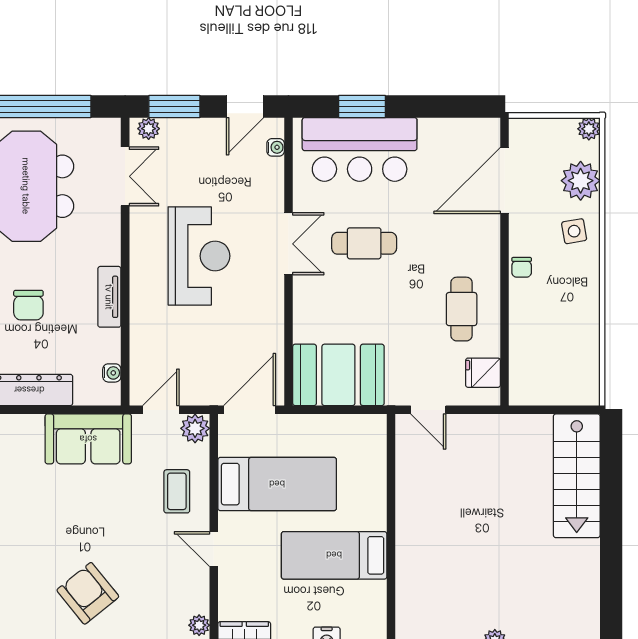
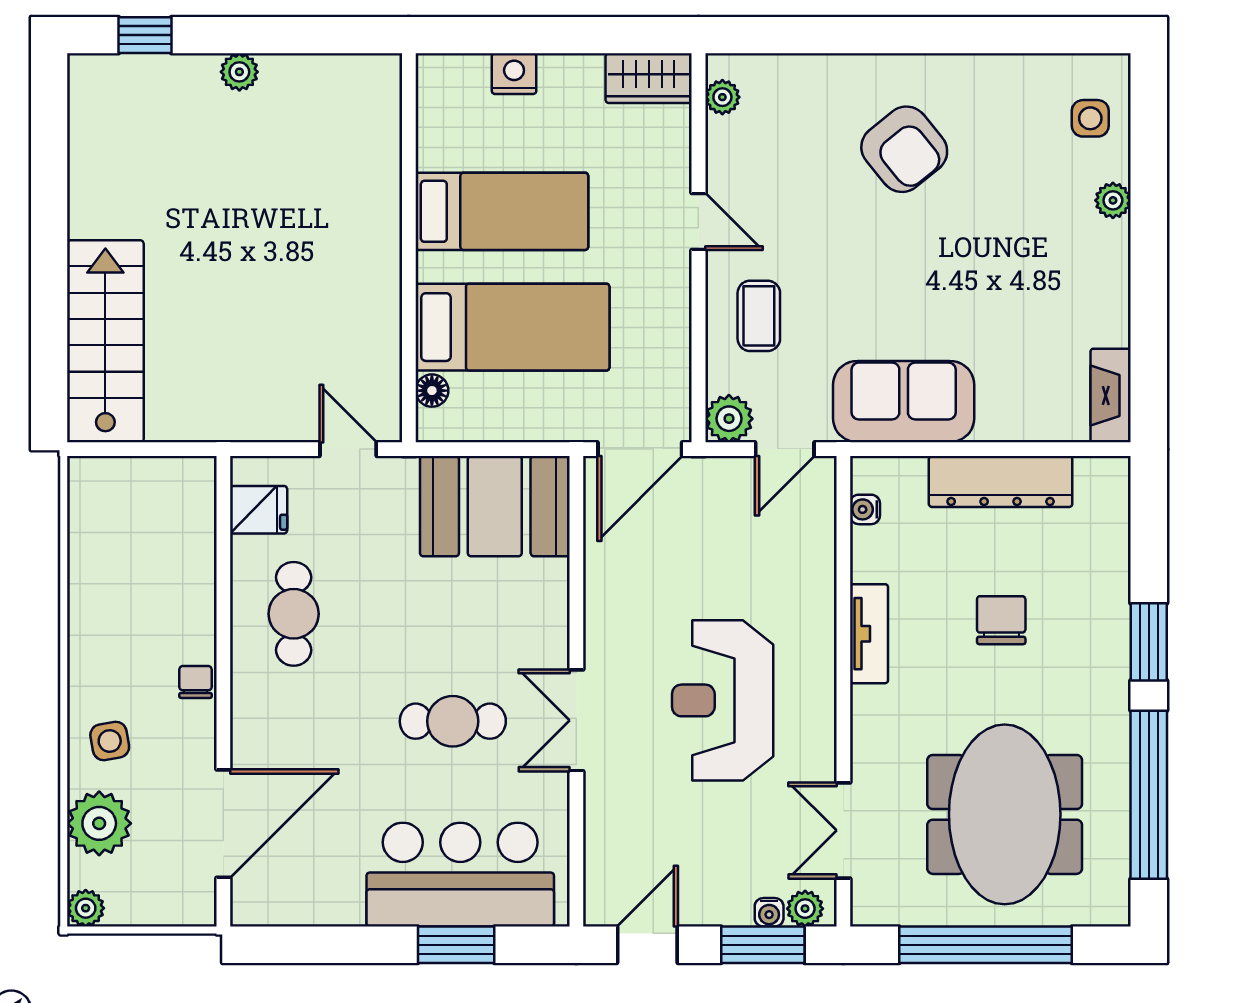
water cooler: (276, 147) -> (769, 912), moved, turned -90
floor lamp: (377, 446) -> (432, 391), added
bed: (277, 484) -> (512, 327), moved, turned 180

